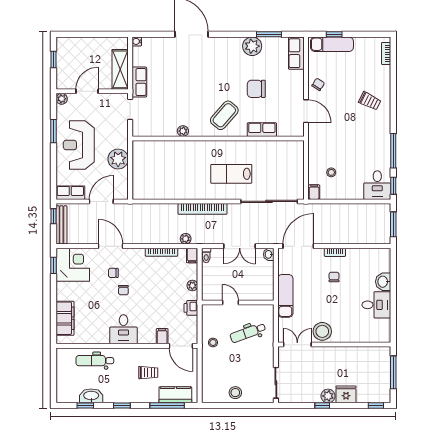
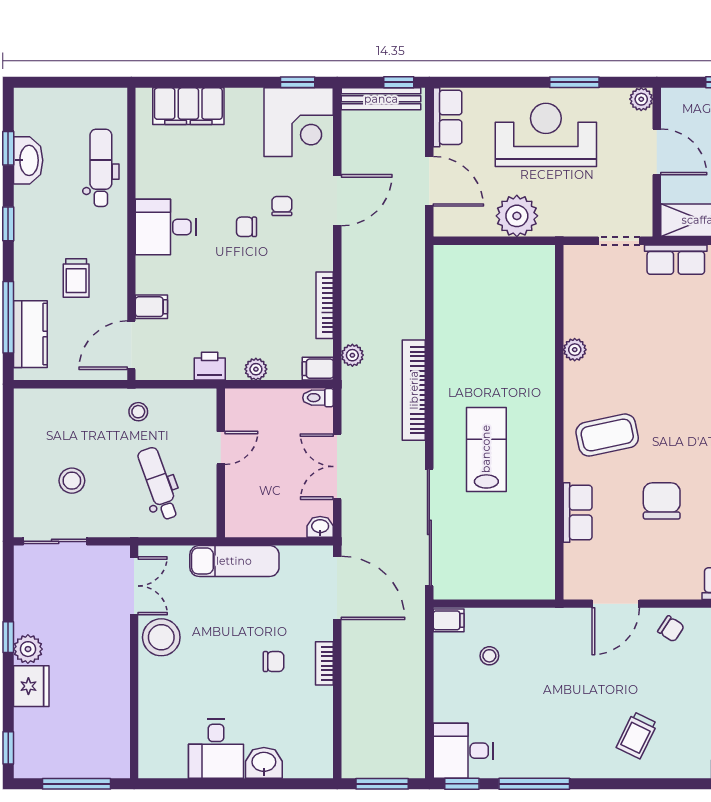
coffee table: (224, 115) -> (607, 435), turned -53
stool: (235, 393) -> (72, 481), moved

